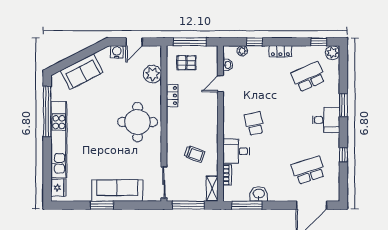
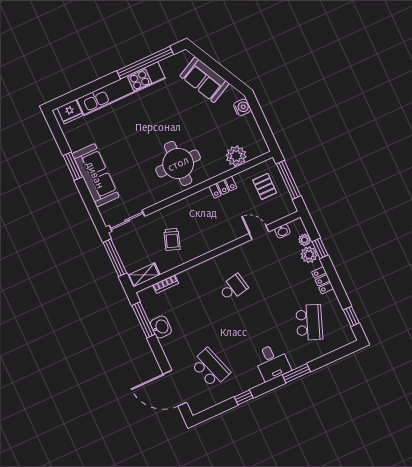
door: (134, 42) -> (261, 121), removed
plant: (333, 53) -> (309, 255), moved
school desk: (308, 77) -> (309, 322), turned 45
desk: (236, 151) -> (195, 282), removed

